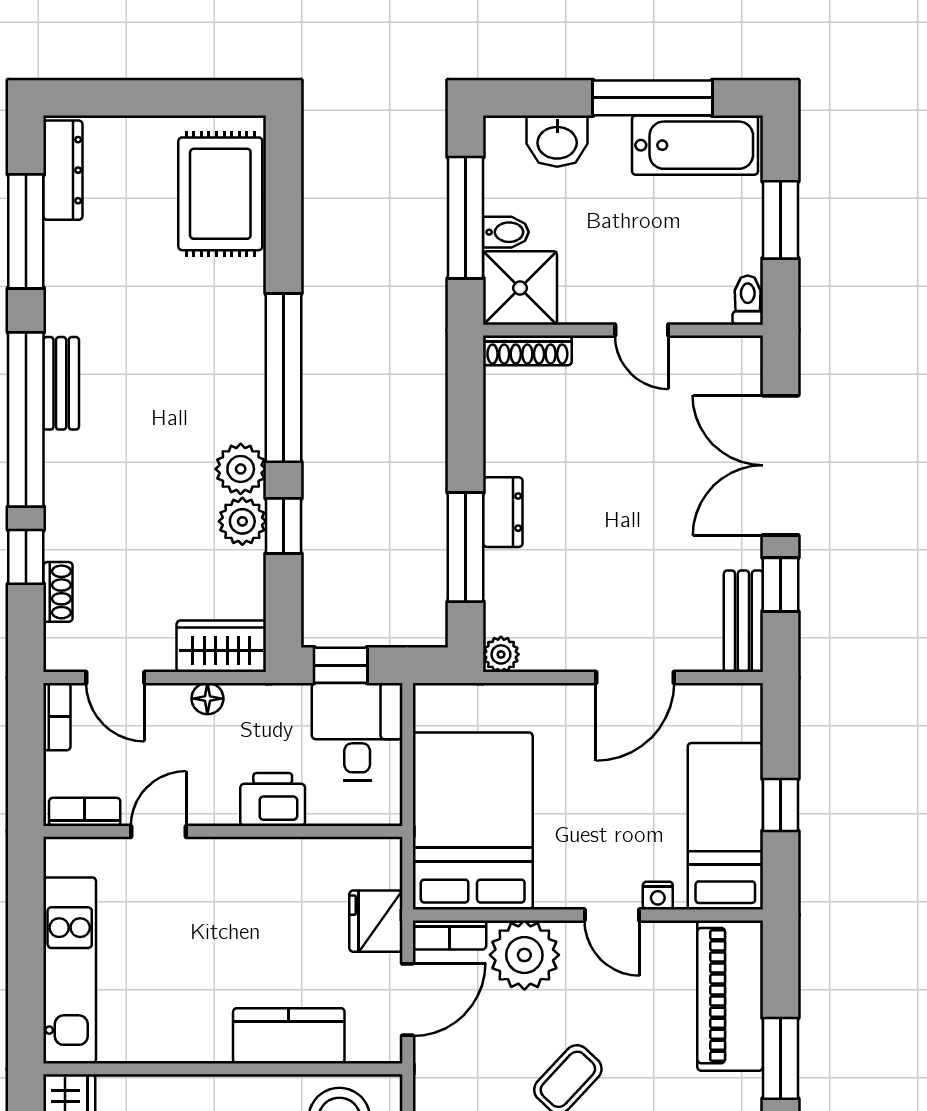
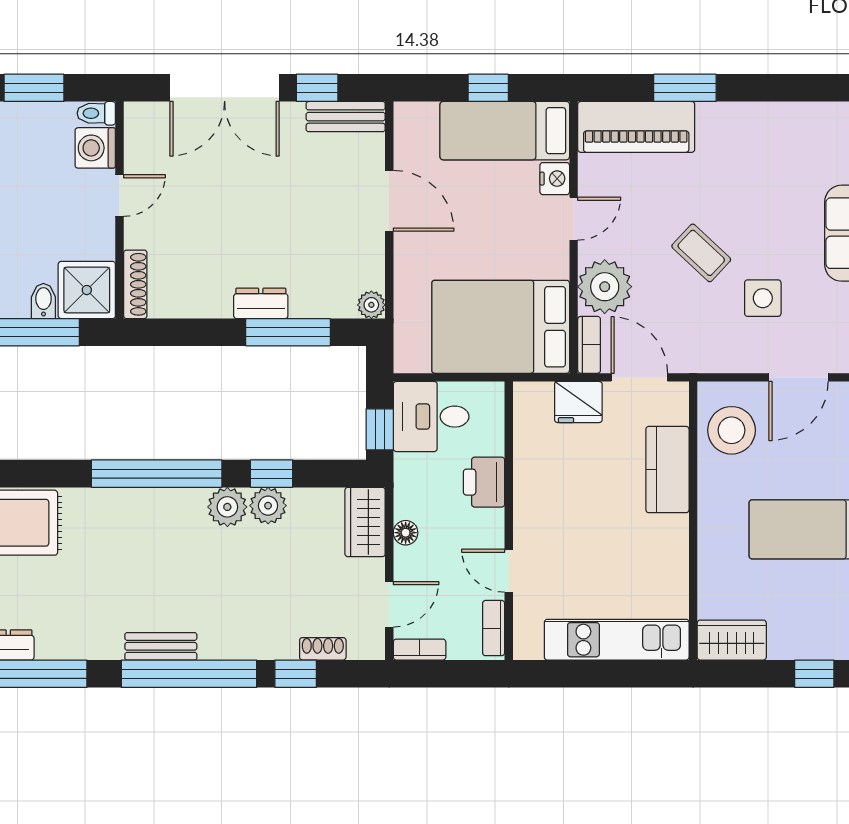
washing machine: (703, 299) -> (95, 148), added
nightstand: (658, 896) -> (555, 179), width x1.39, depth x1.35

